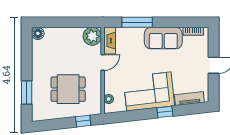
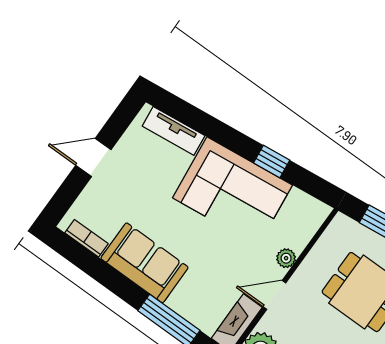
plant: (109, 99) -> (286, 258), moved
window: (165, 112) -> (272, 161), moved

